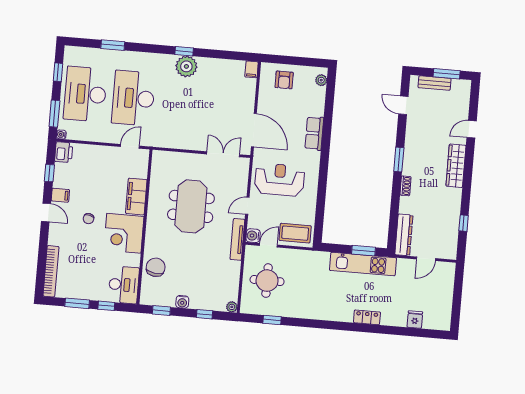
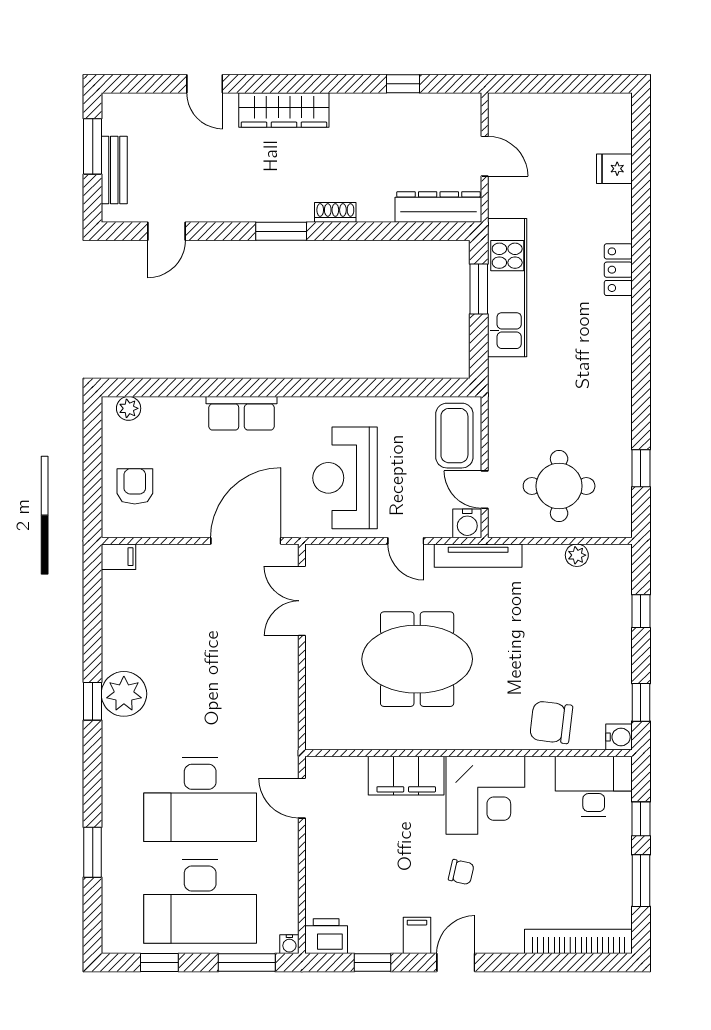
armchair: (284, 80) -> (135, 486), turned -90
water cooler: (182, 302) -> (619, 737), moved
plant: (232, 307) -> (577, 555), moved

